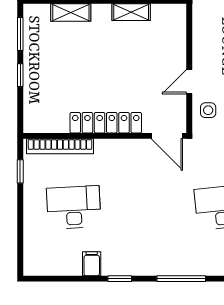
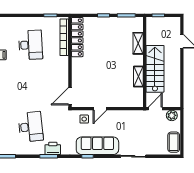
door: (189, 82) -> (100, 109), swing flipped
locker: (106, 123) -> (77, 37), moved

